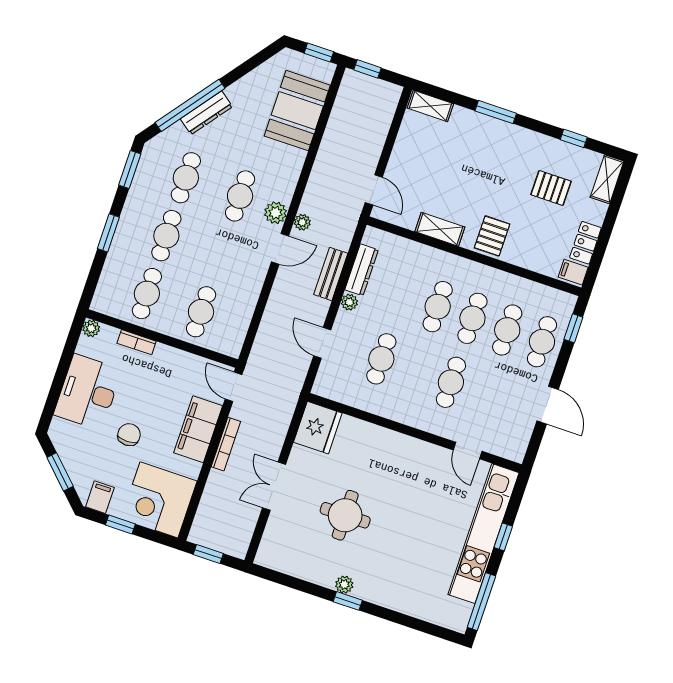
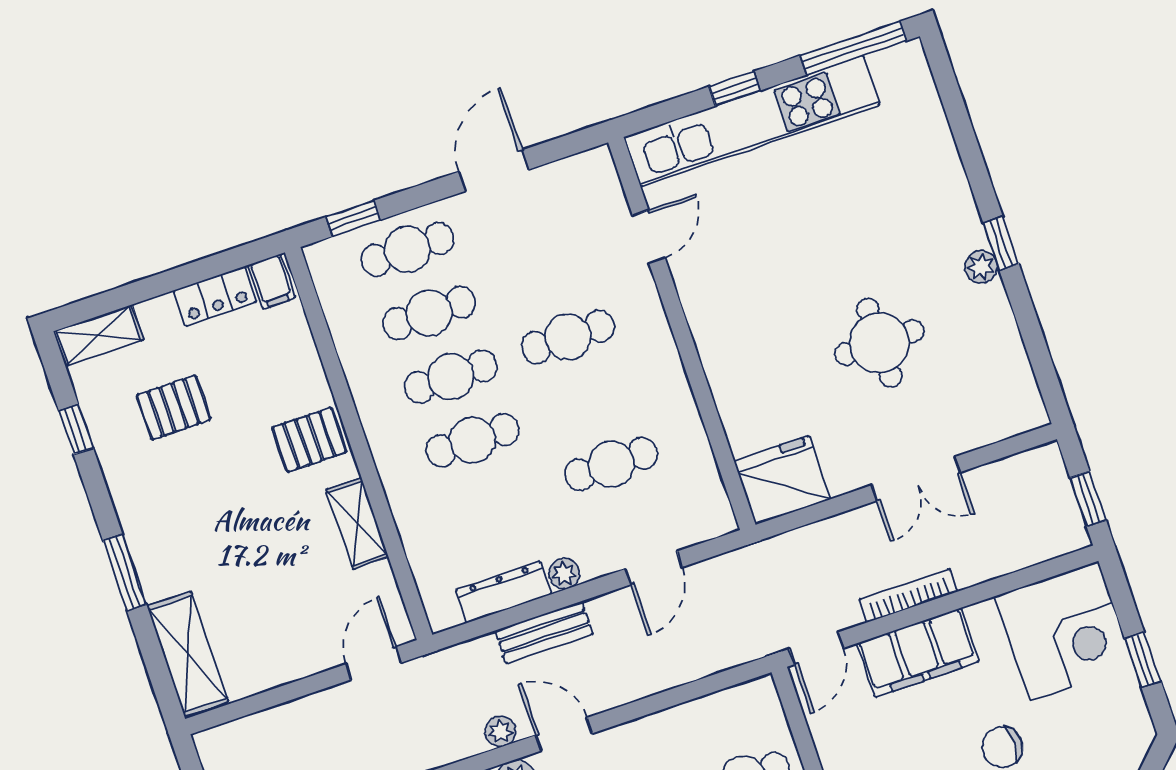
shelving: (430, 106) -> (188, 654), width x1.50, depth x1.33
pallet: (551, 188) -> (174, 407), turned 90
filing cabinet: (100, 497) -> (1126, 720), removed

